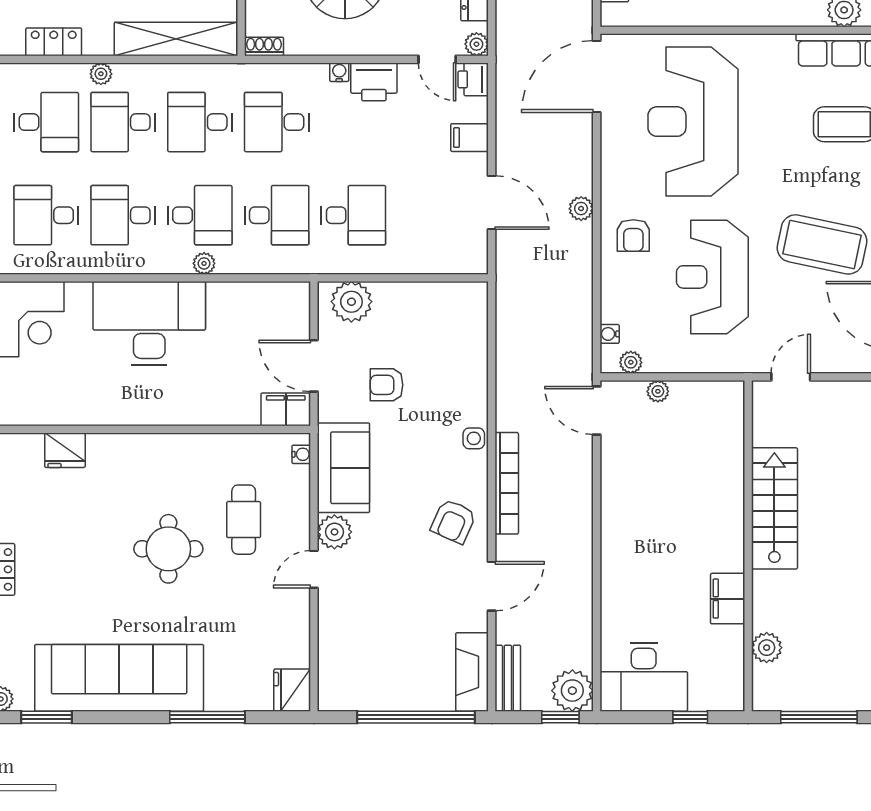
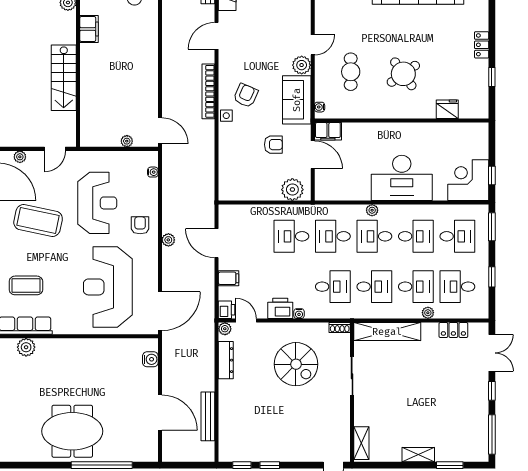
reception desk: (693, 122) -> (108, 287), turned 180
plant: (631, 362) -> (20, 157), moved
armchair: (453, 521) -> (246, 95), moved
round table: (168, 549) -> (403, 74), moved, turned -35

